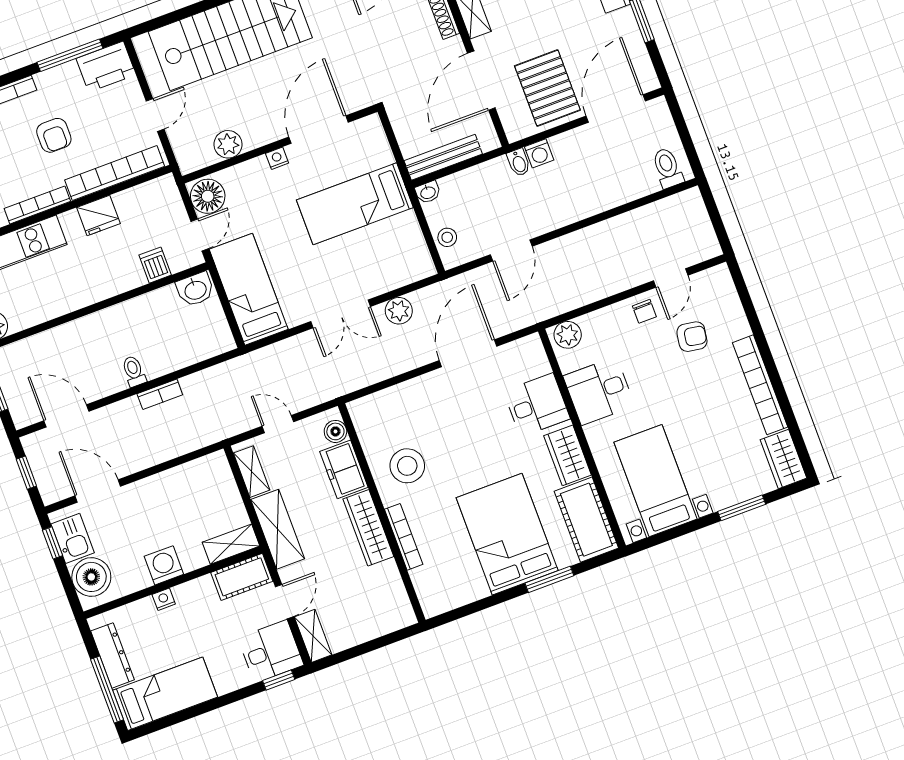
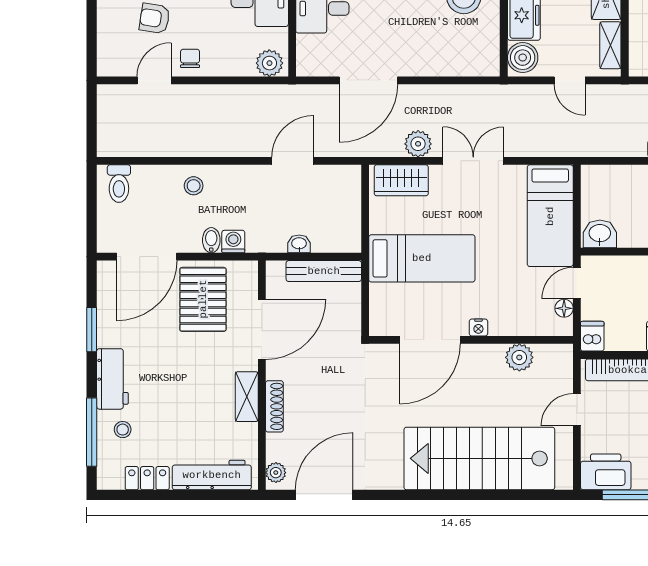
bidet: (519, 162) -> (211, 240), moved
washbasin: (428, 192) -> (299, 244), moved
floor lamp: (208, 196) -> (564, 308), width x0.53, depth x0.53
stool: (447, 237) -> (194, 186), moved
dishwasher: (155, 265) -> (592, 336), moved, turned 180
wardrobe: (402, 270) -> (401, 180), added
boiler: (335, 431) -> (523, 58), width x1.36, depth x1.36

